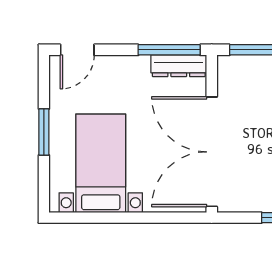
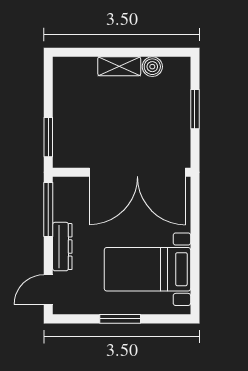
door: (77, 50) -> (48, 290), swing flipped
dresser: (179, 66) -> (62, 247), moved

